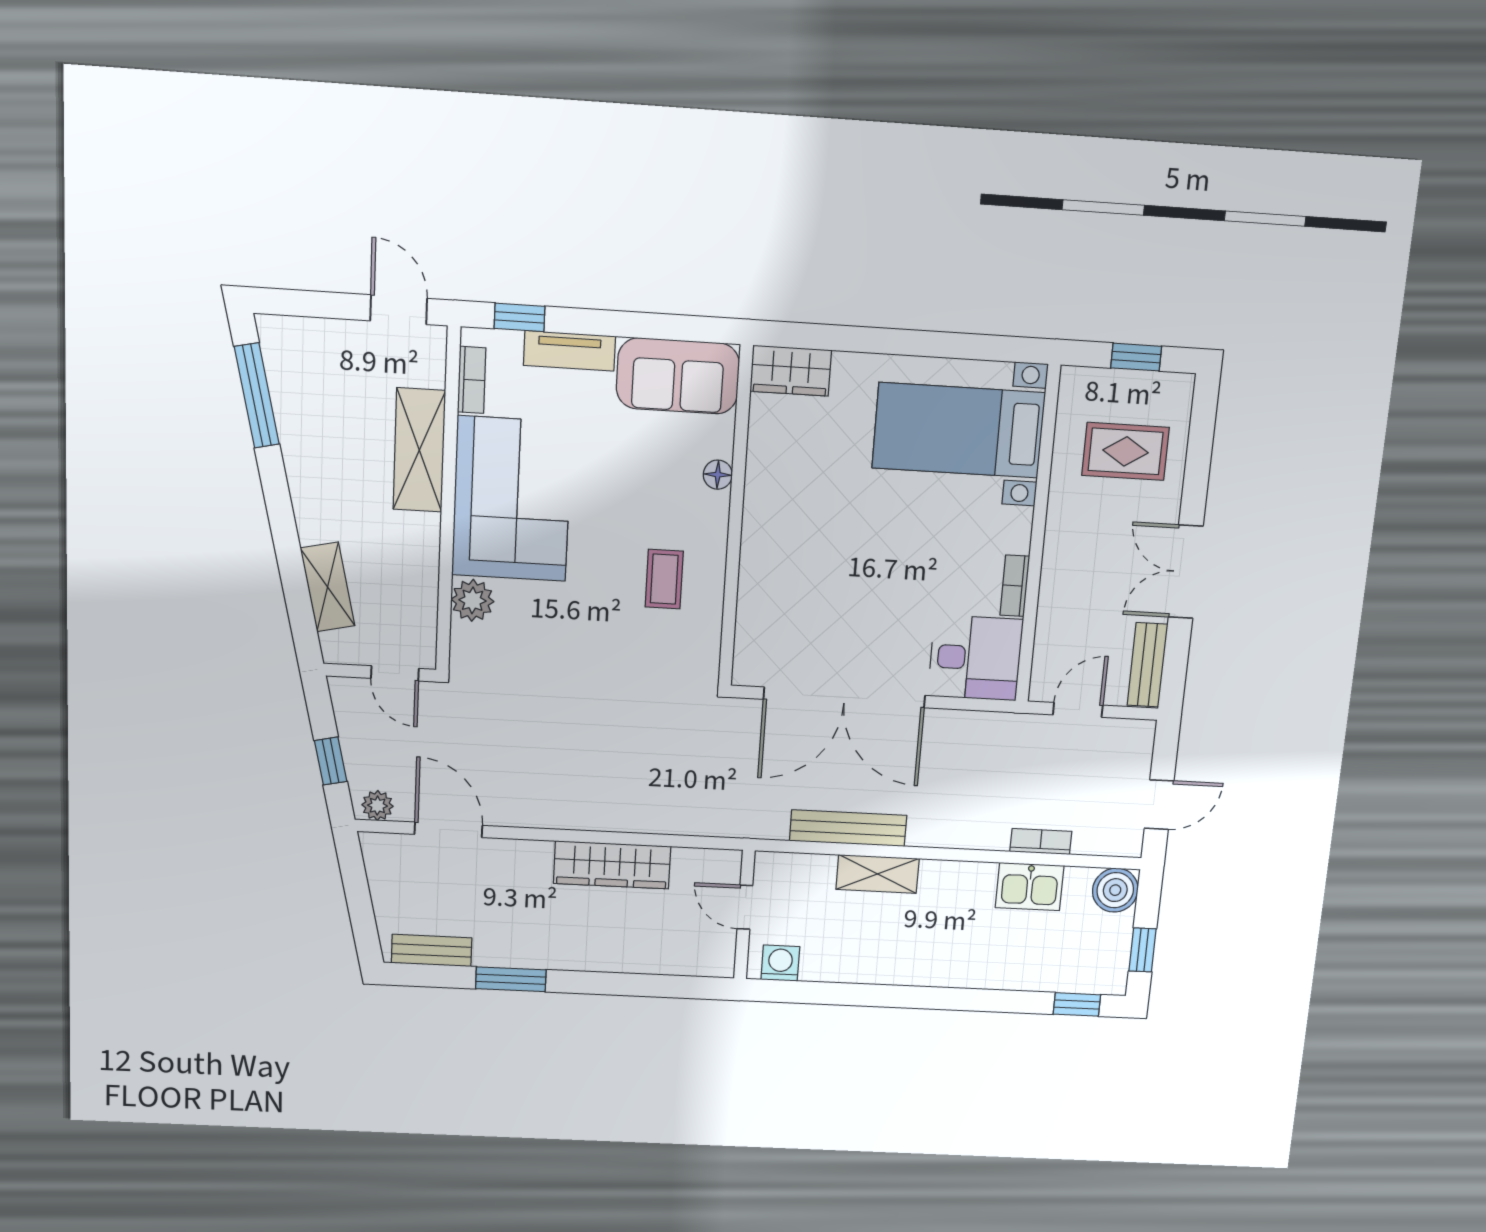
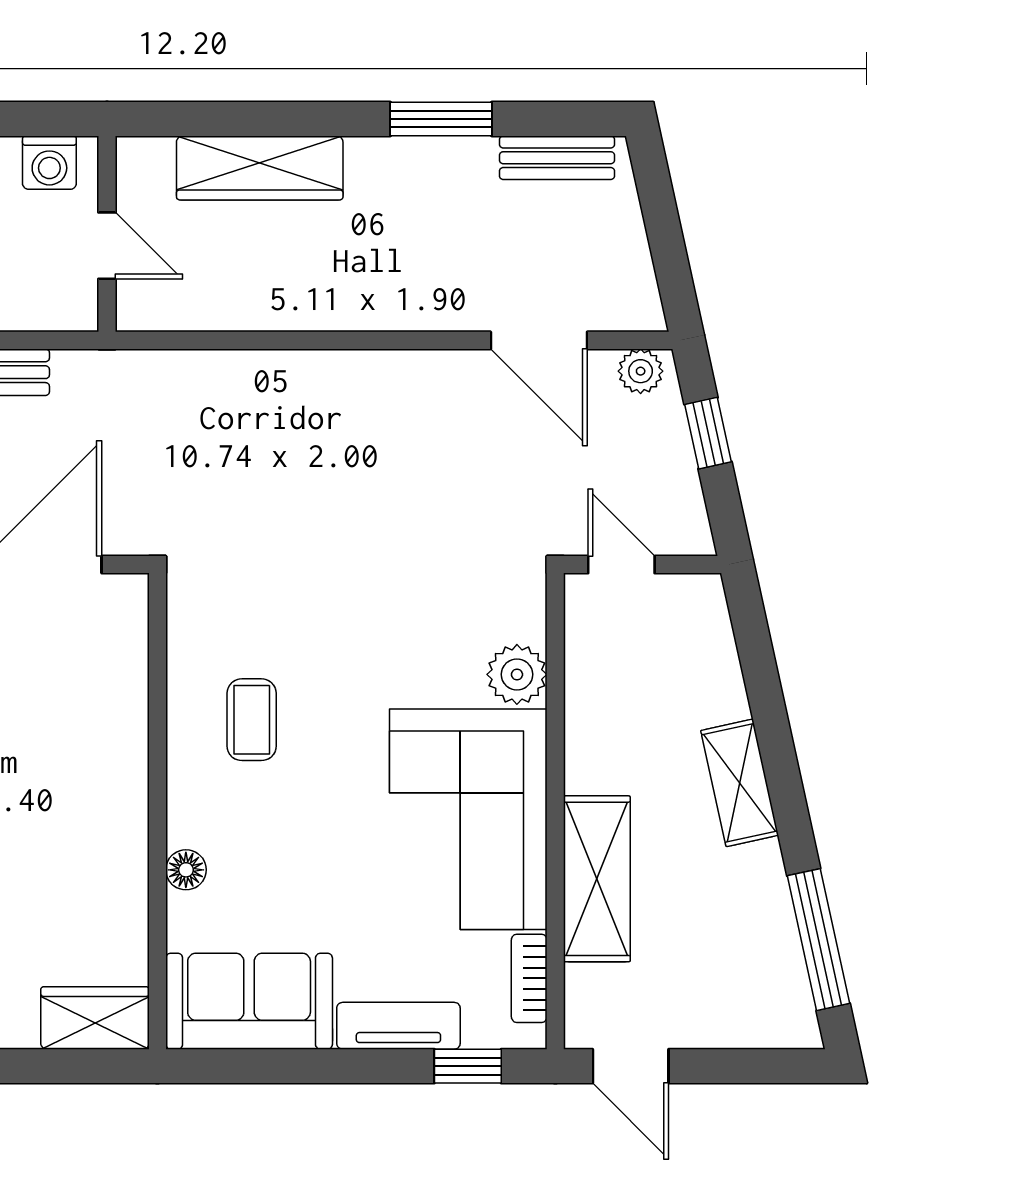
shelving: (328, 587) -> (740, 783), moved
wardrobe: (612, 865) -> (260, 168), moved, turned 180

